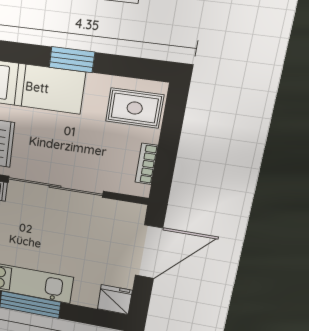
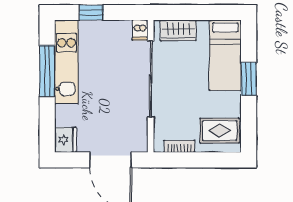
rug: (135, 108) -> (220, 131), turned 90

